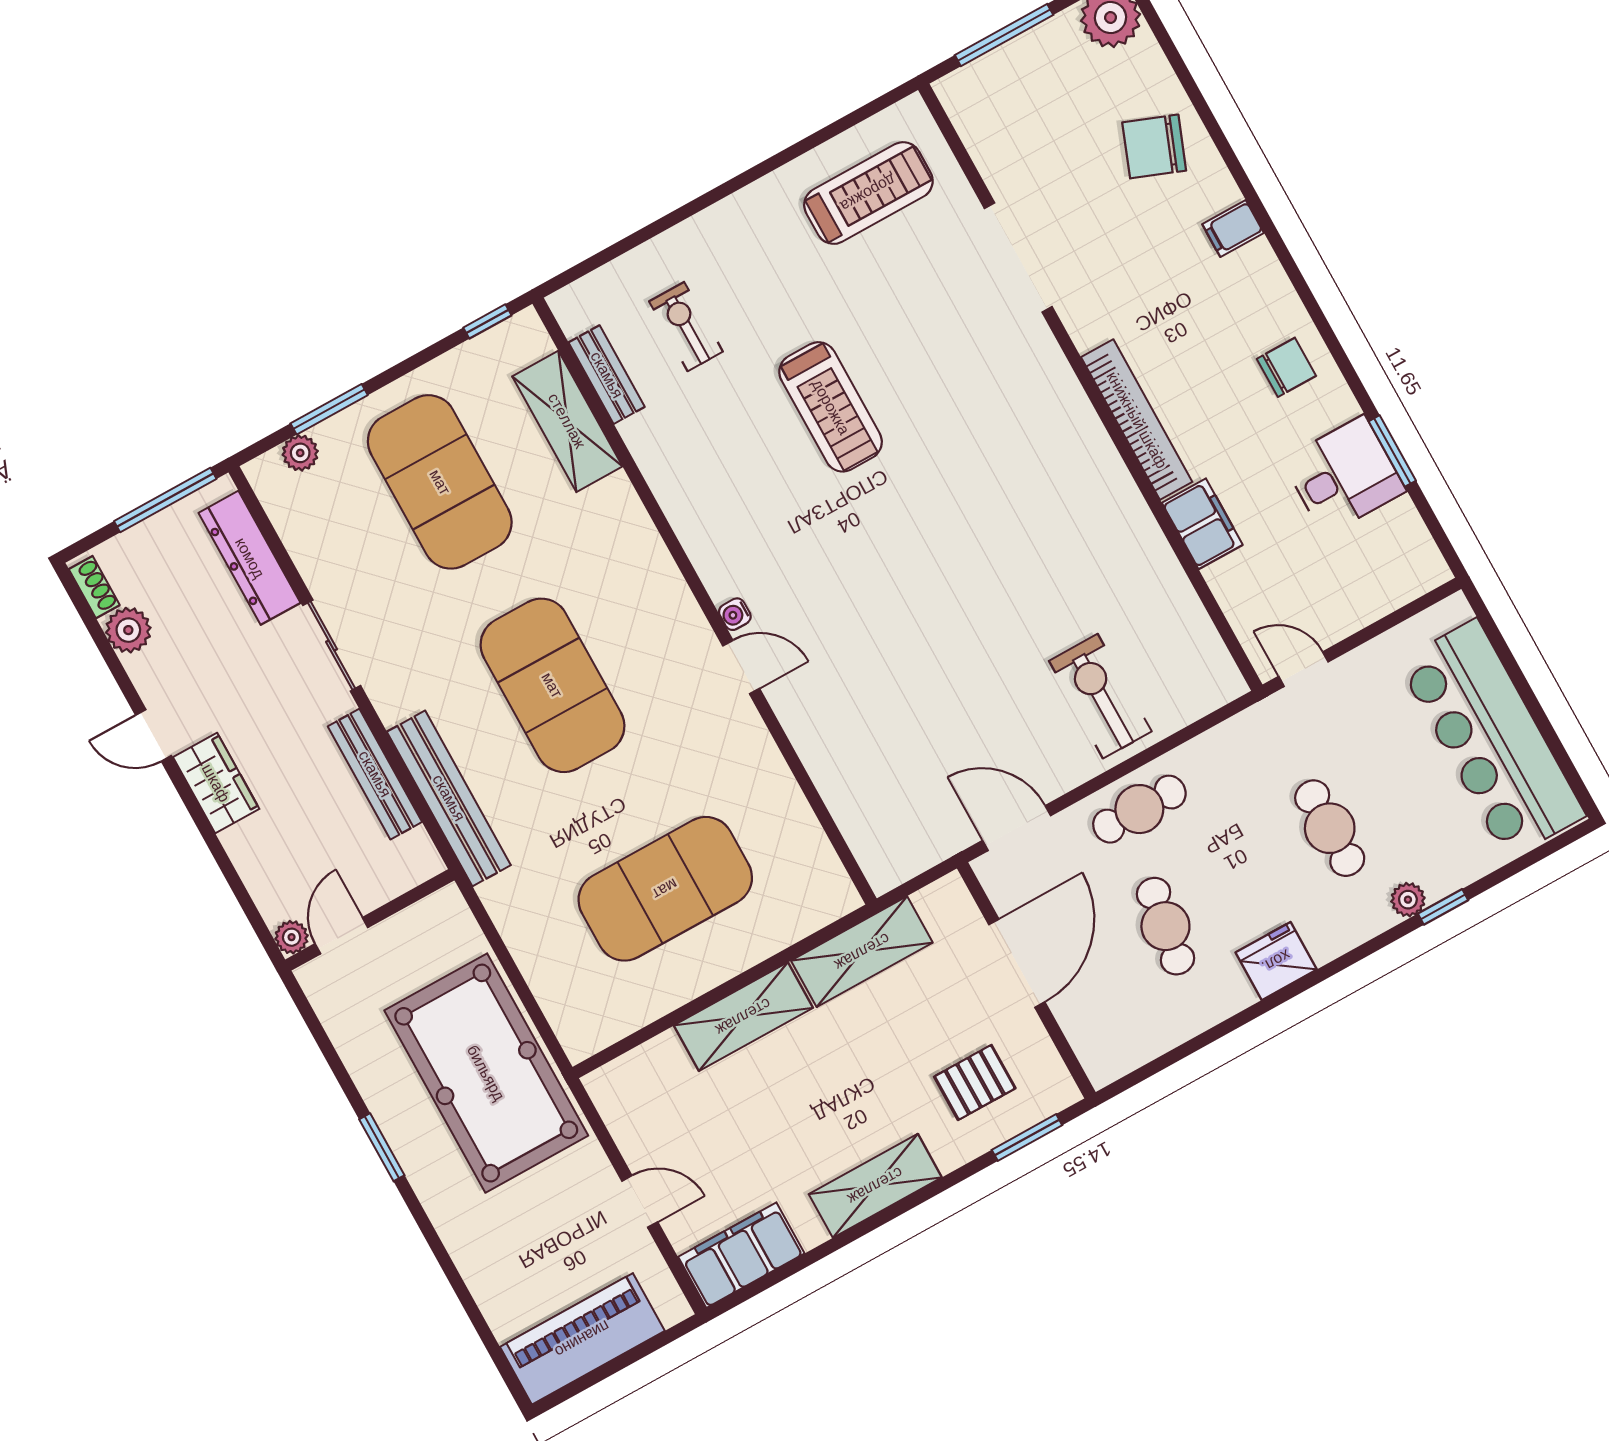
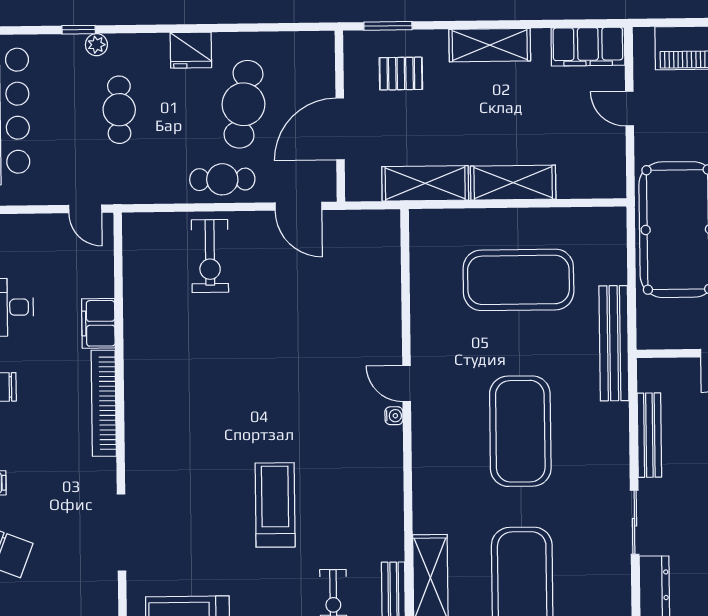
bench: (449, 798) -> (614, 343), moved
cafe table: (1165, 926) -> (243, 104), width x1.37, depth x1.35

